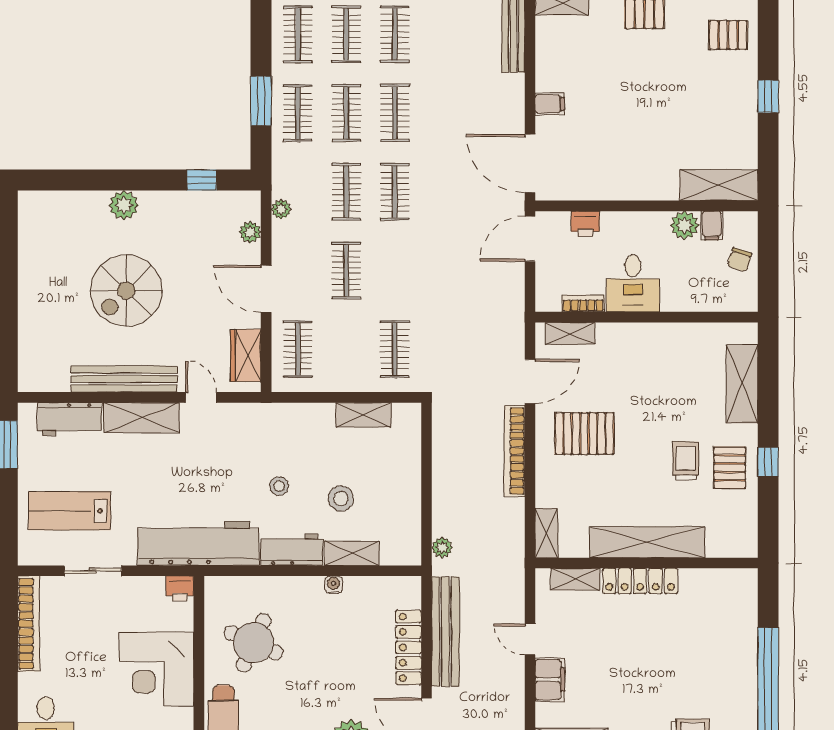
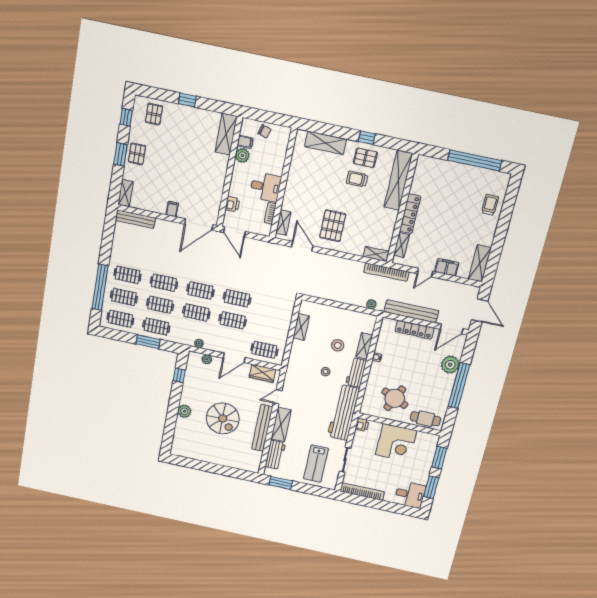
clothes rail: (395, 349) -> (237, 298), moved
bookcase: (515, 451) -> (386, 272), moved
shelving: (647, 542) -> (398, 180), moved

